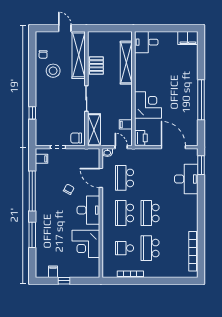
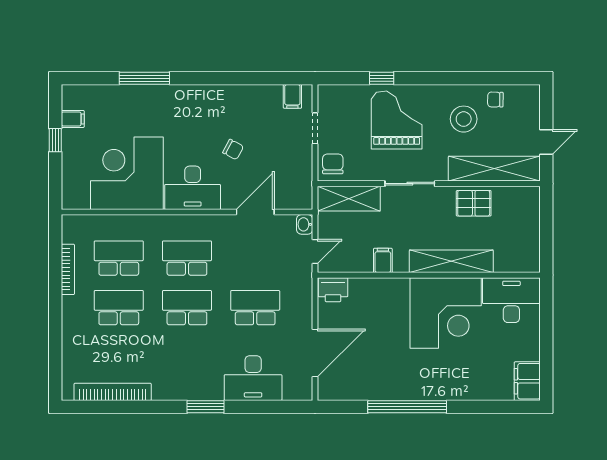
desk: (146, 42) -> (511, 300), width x1.37
shelving: (126, 63) -> (451, 261), moved
grand piano: (54, 105) -> (397, 120), added
corner desk: (148, 105) -> (446, 313), moved, width x1.36, depth x1.36
filing cabinet: (126, 124) -> (383, 260), moved
window: (201, 165) -> (206, 407), moved
school desk: (125, 178) -> (255, 308), moved
window: (32, 191) -> (230, 78), removed
corner desk: (86, 244) -> (127, 173), width x1.36, depth x1.36
school desk: (125, 248) -> (119, 258), width x1.85

